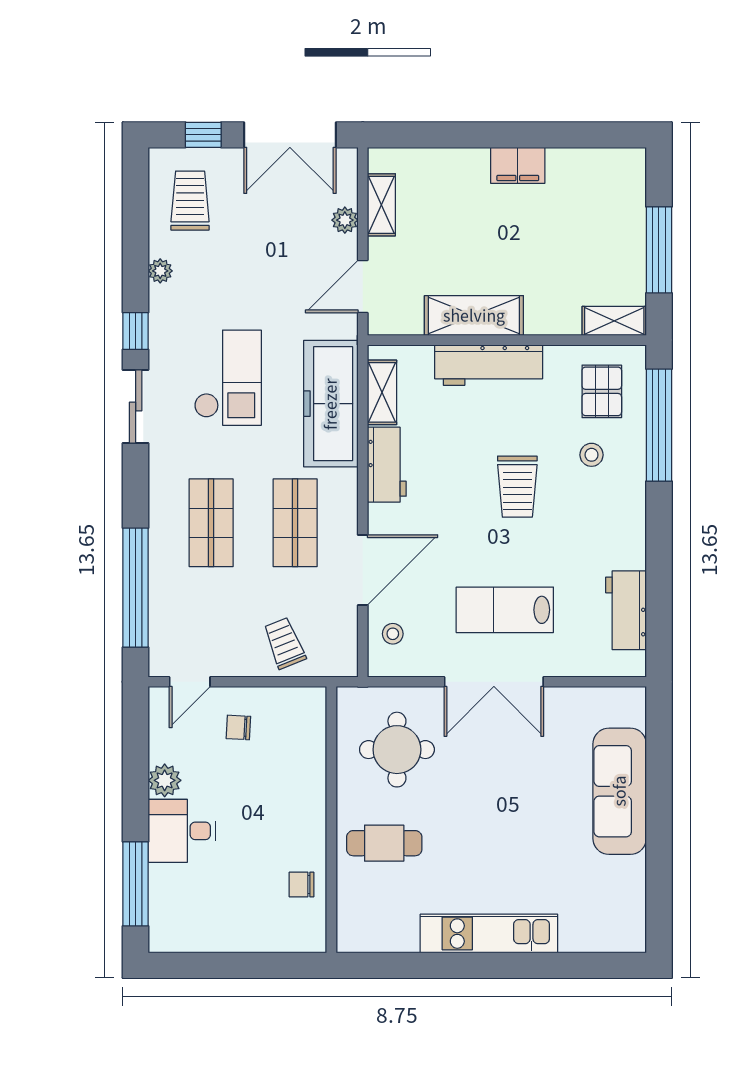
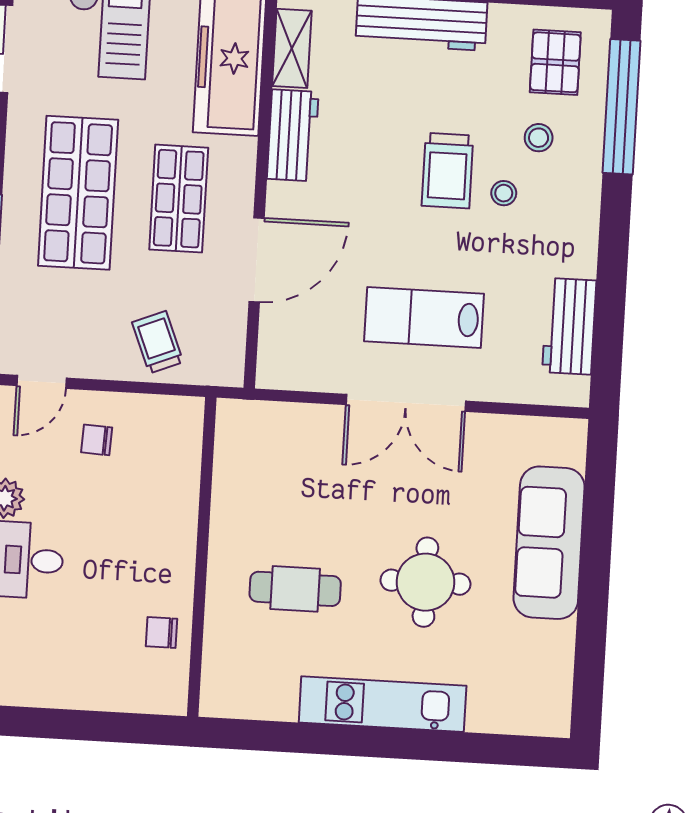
shop shelf: (211, 523) -> (78, 193), width x1.43, depth x1.36
stool: (393, 634) -> (504, 193), moved
round table: (397, 750) -> (425, 582), moved
cafe table: (384, 843) -> (295, 589), moved

